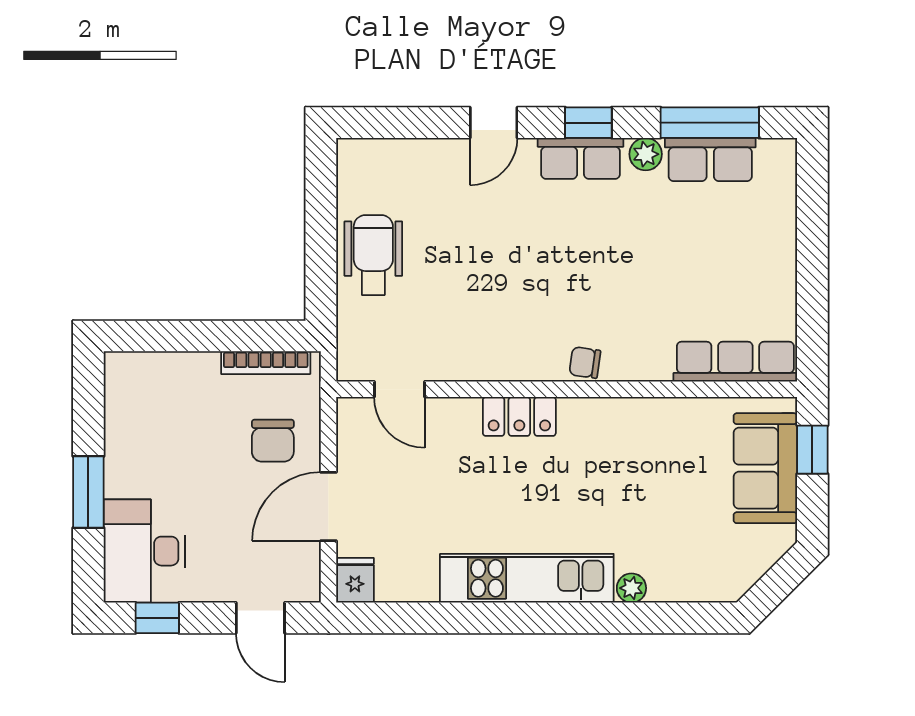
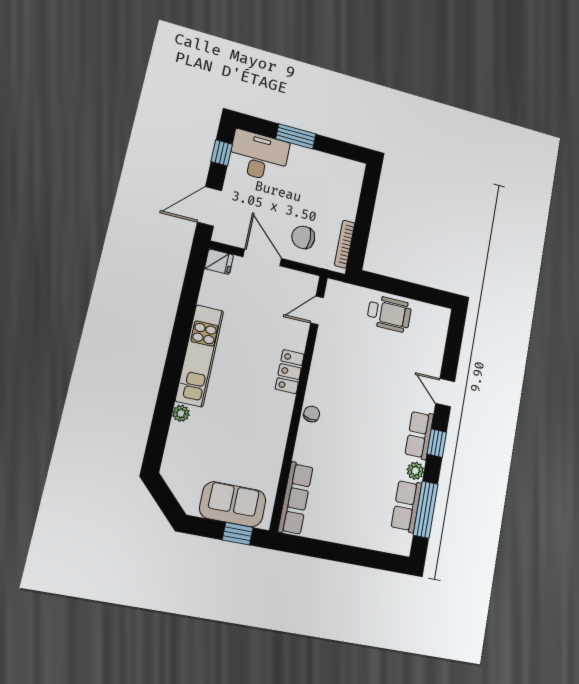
door: (260, 618) -> (210, 206), width x1.38

